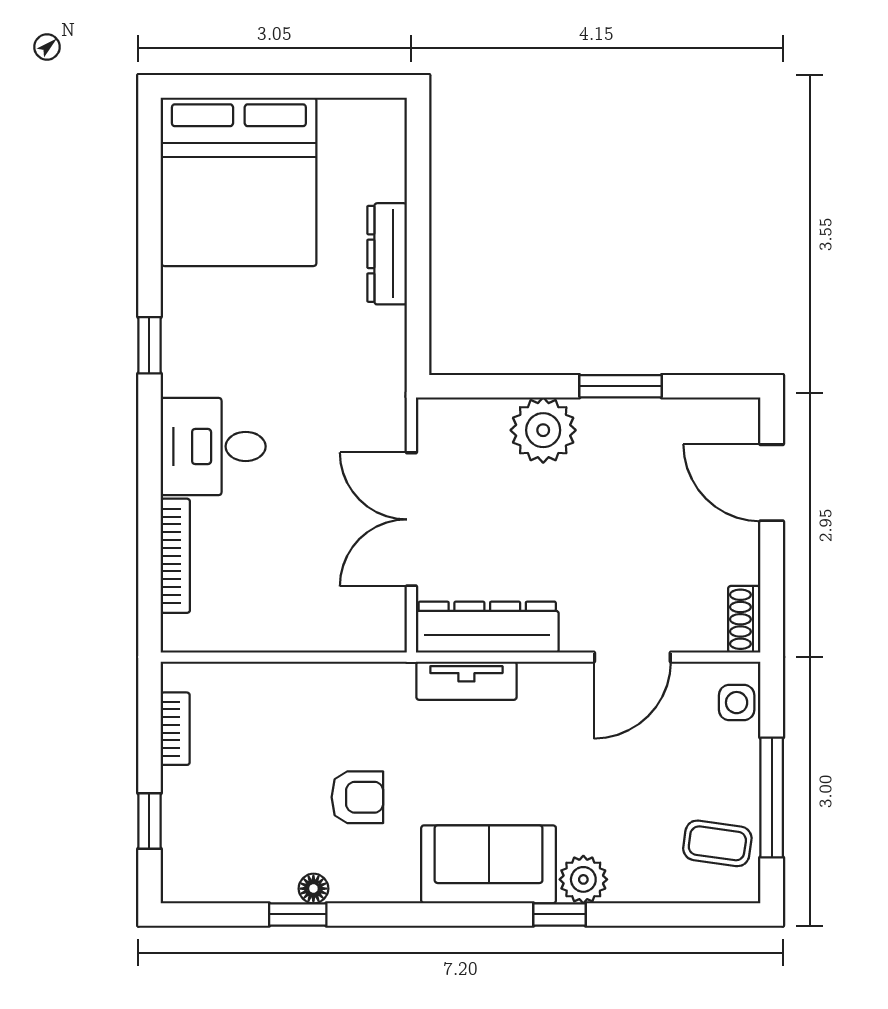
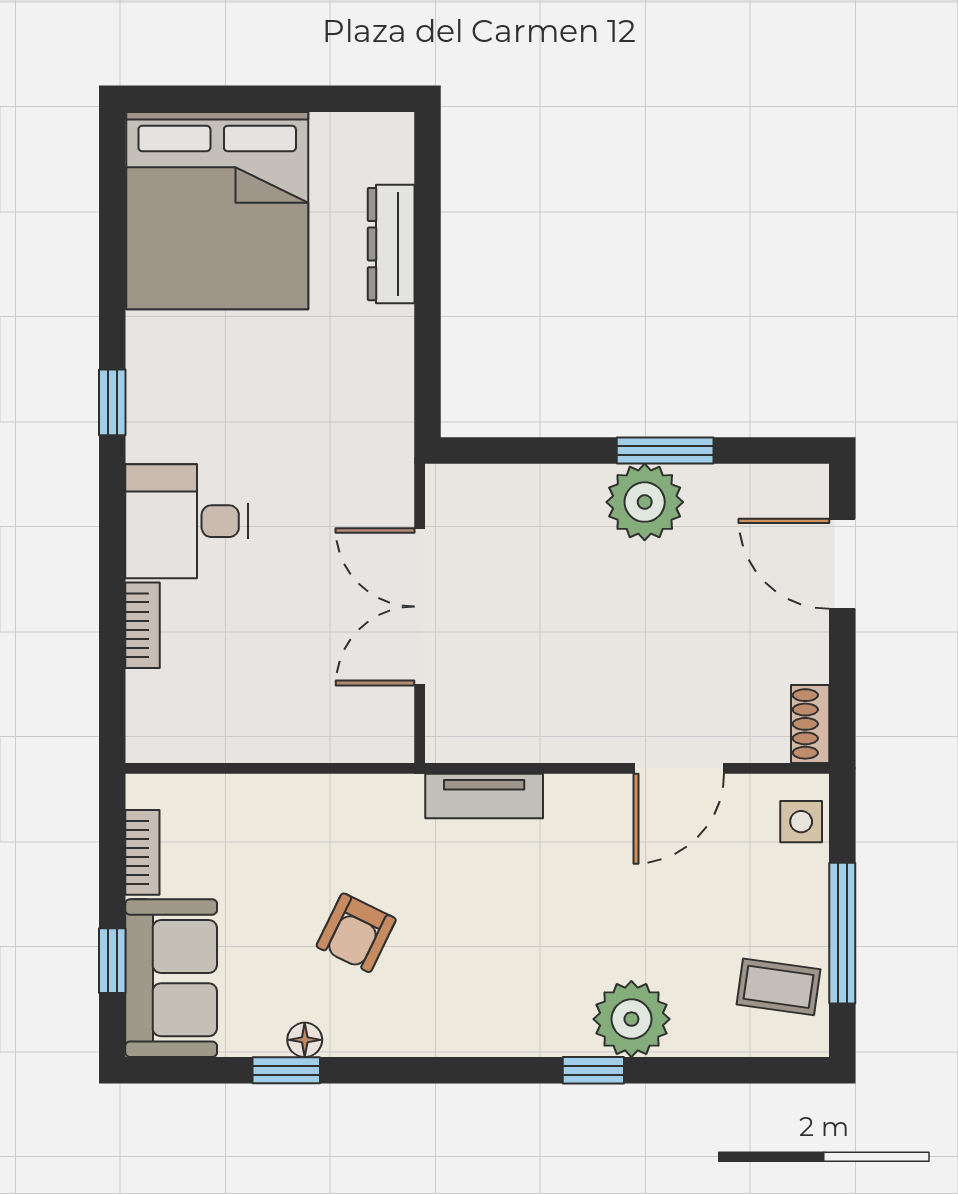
dresser: (387, 254) -> (391, 244), moved
plant: (543, 430) -> (645, 502), moved
bookcase: (175, 556) -> (143, 625), width x0.64
dresser: (487, 627) -> (509, 733), removed
armchair: (357, 797) -> (356, 933), turned 116
sofa: (489, 864) -> (171, 978), moved, turned 90
plant: (583, 879) -> (631, 1019), width x1.36, depth x1.36

